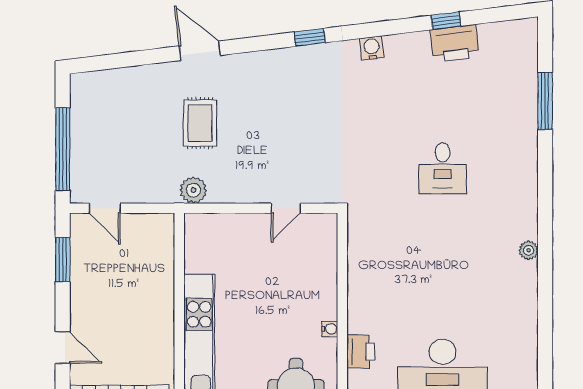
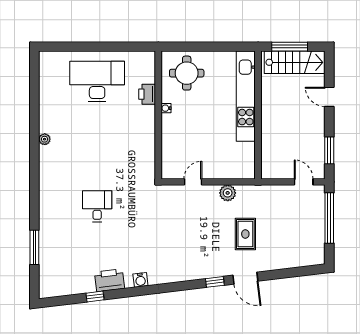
window: (310, 37) -> (215, 282), moved
printer: (455, 43) -> (109, 280), moved
plant: (193, 190) -> (228, 193), moved
plant: (529, 250) -> (45, 139), moved

